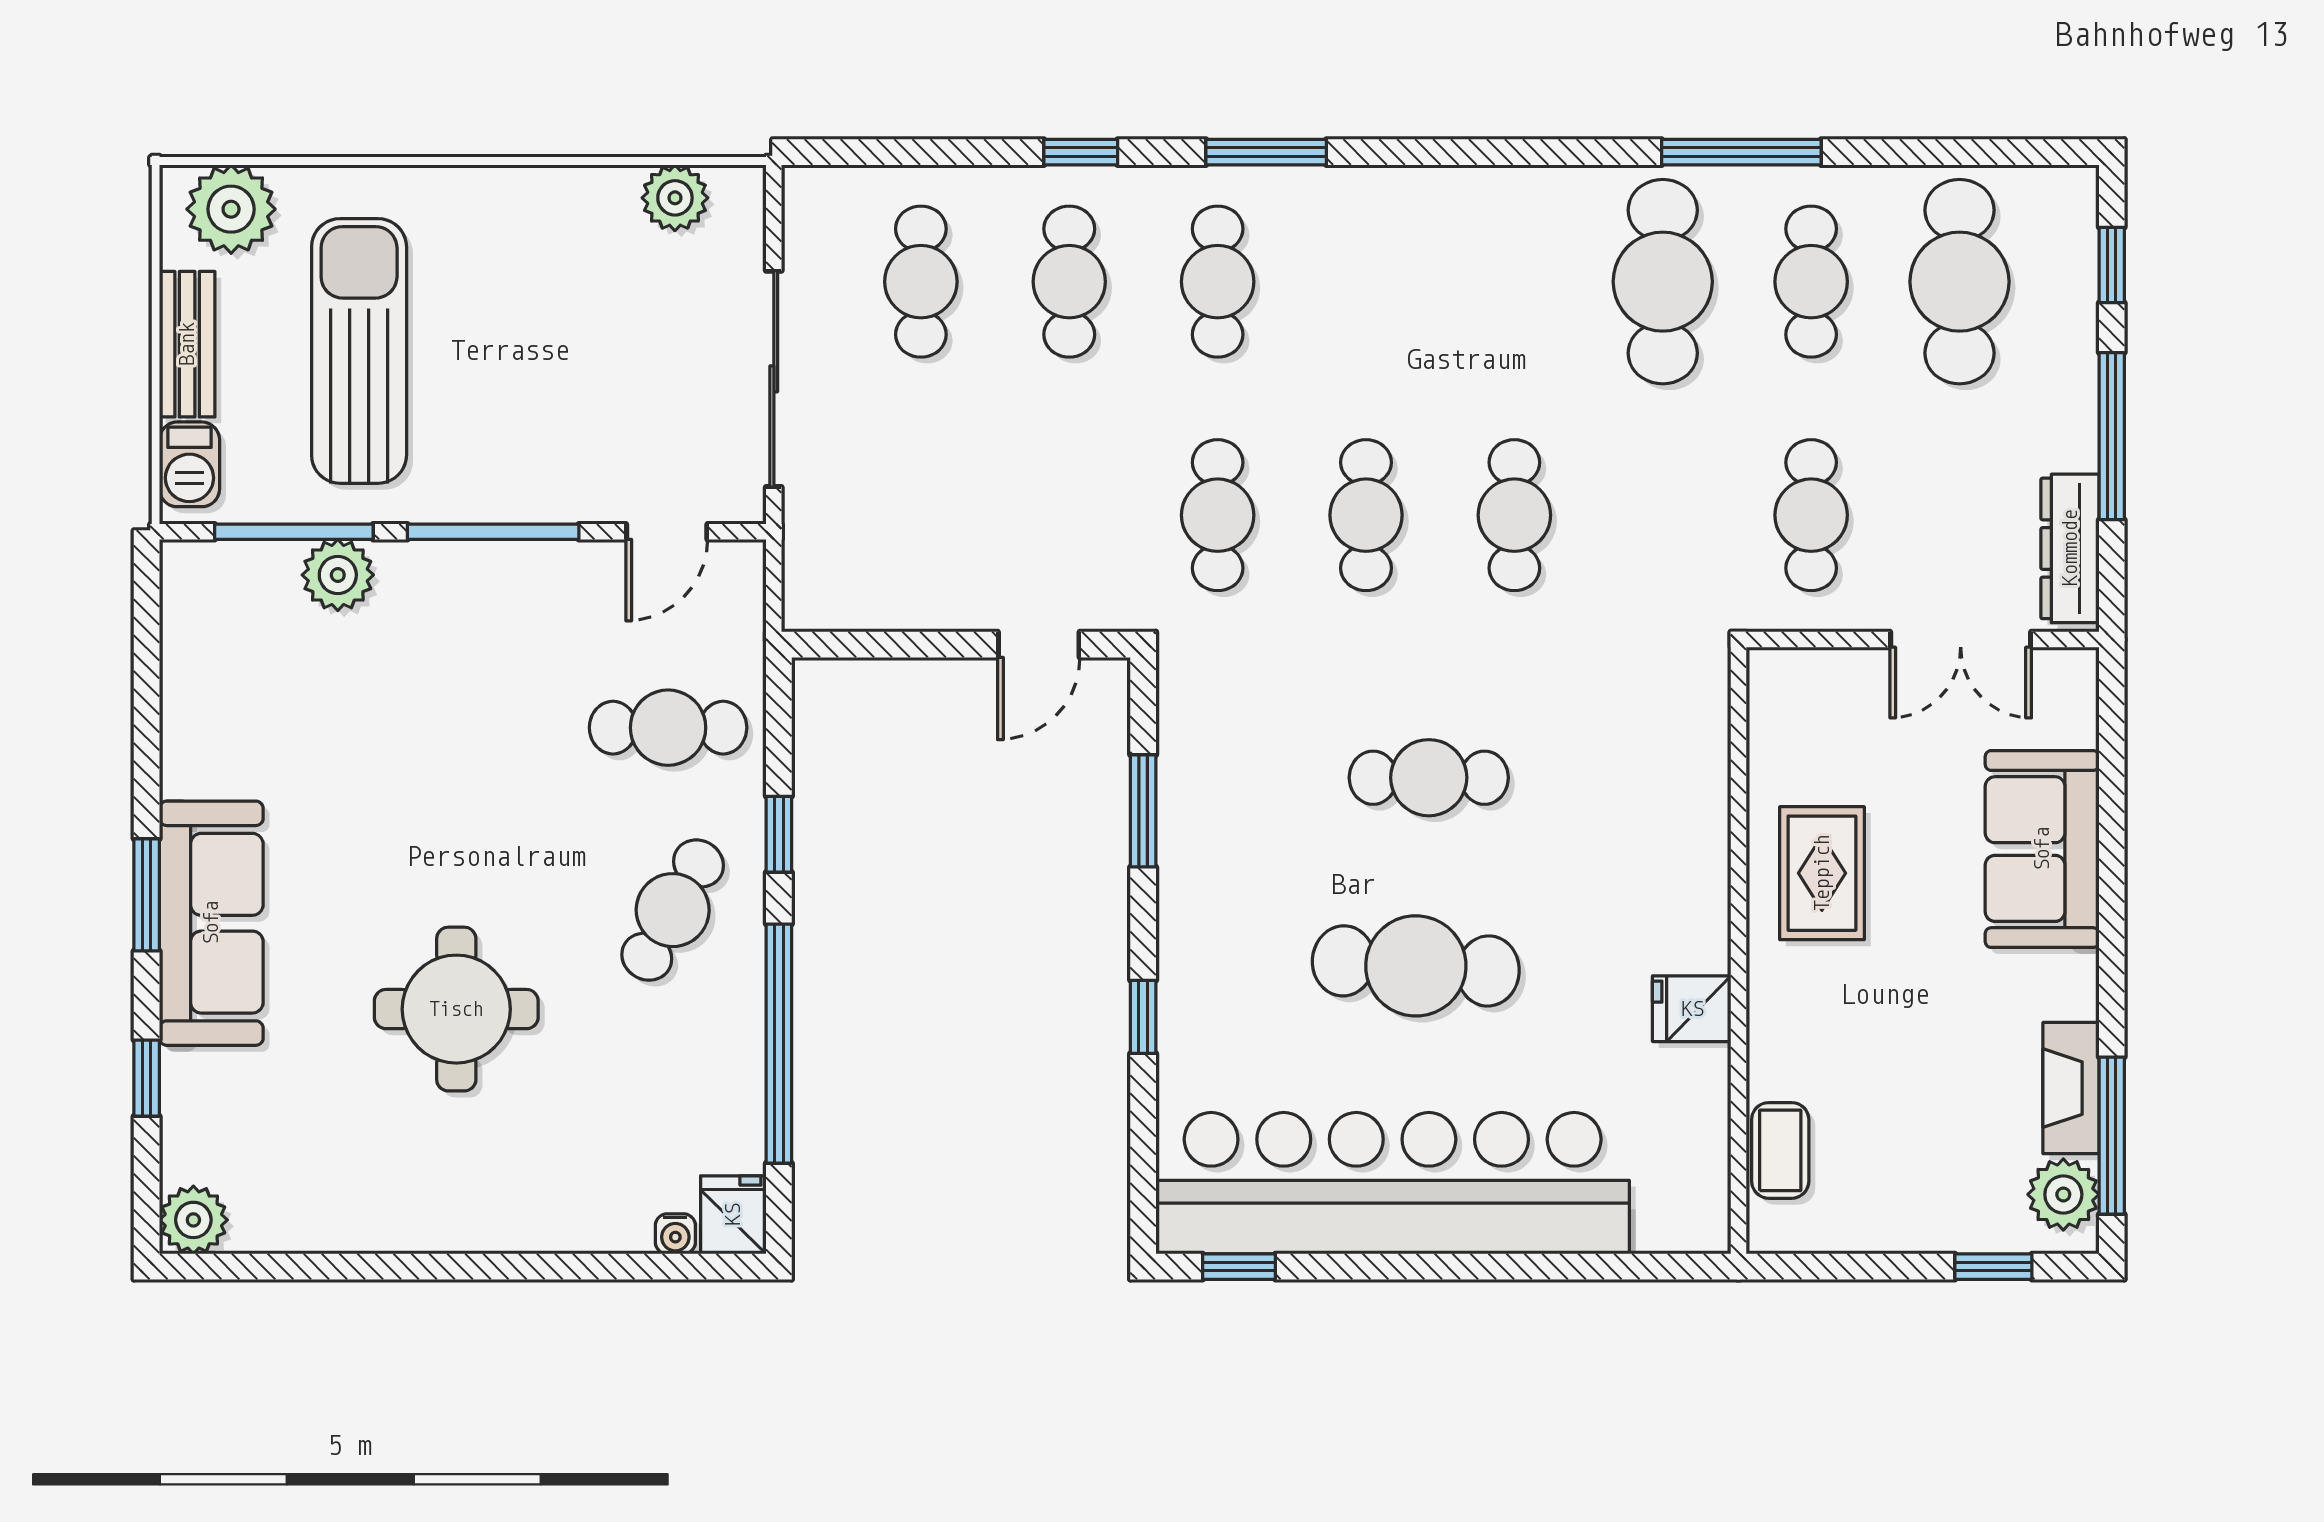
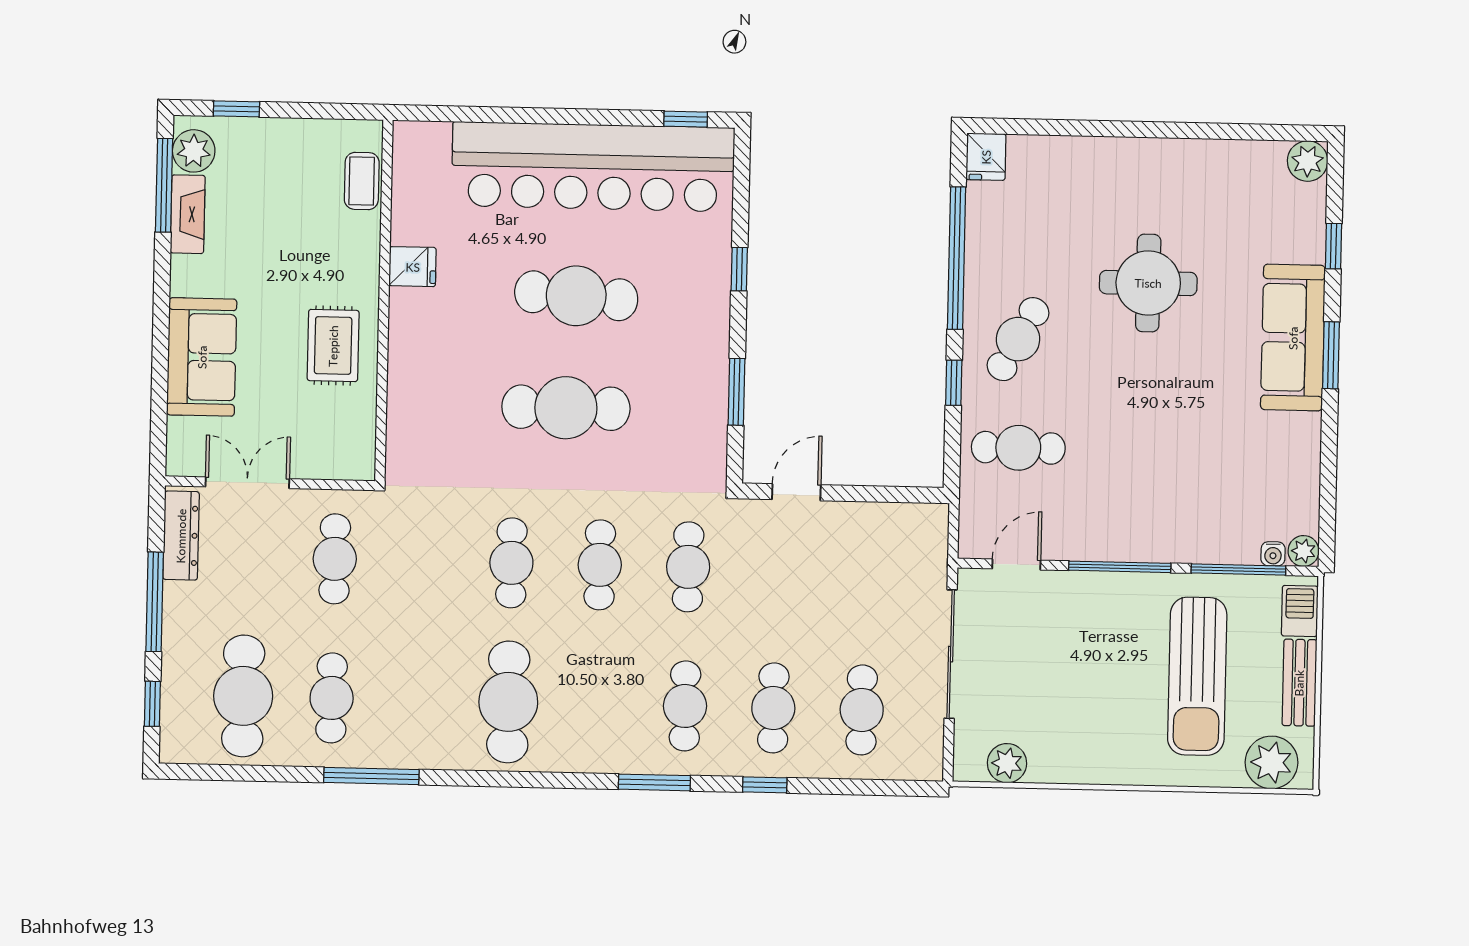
cafe table: (1663, 282) -> (508, 702), moved
plant: (338, 575) -> (1304, 551), moved, width x0.73, depth x0.73
cafe table: (1429, 778) -> (566, 408), width x1.37, depth x1.35
water cooler: (675, 1234) -> (1273, 554), moved, turned 180

